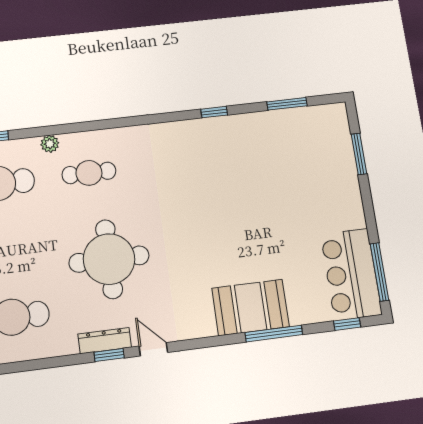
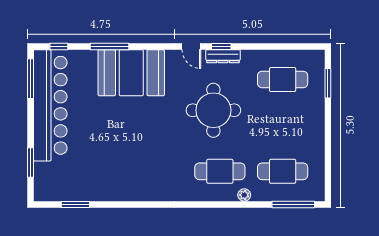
window: (214, 112) -> (128, 204), removed
cafe table: (89, 173) -> (220, 171), width x1.37, depth x1.35
bar counter: (351, 274) -> (50, 105), width x1.86
booth: (251, 307) -> (131, 73), width x1.36, depth x1.42

